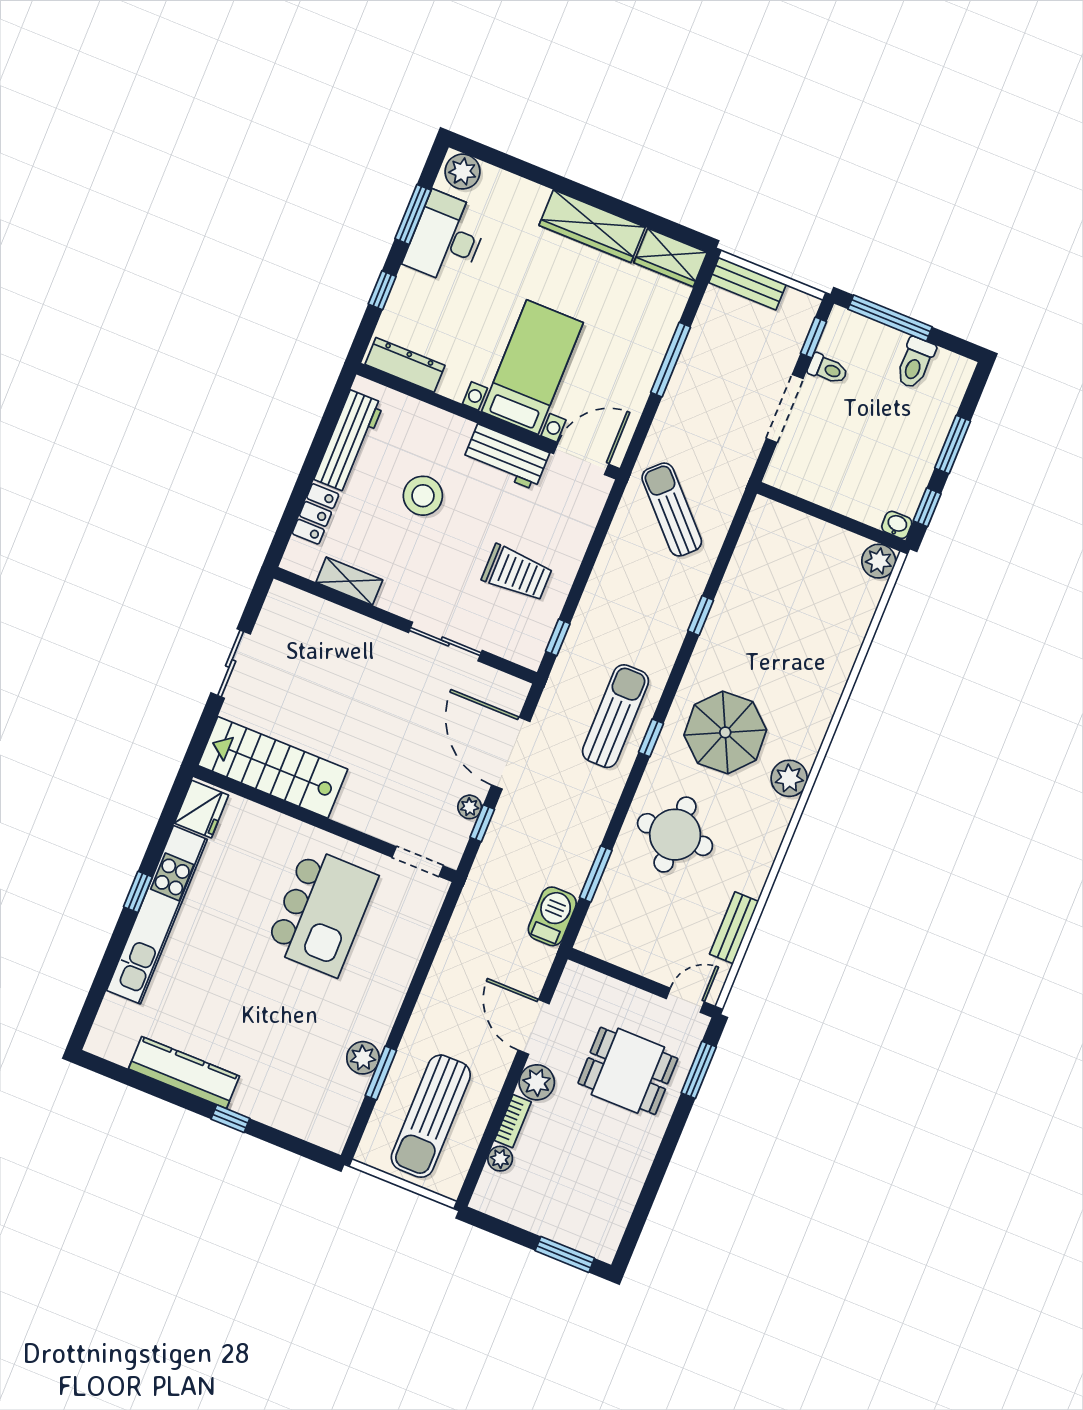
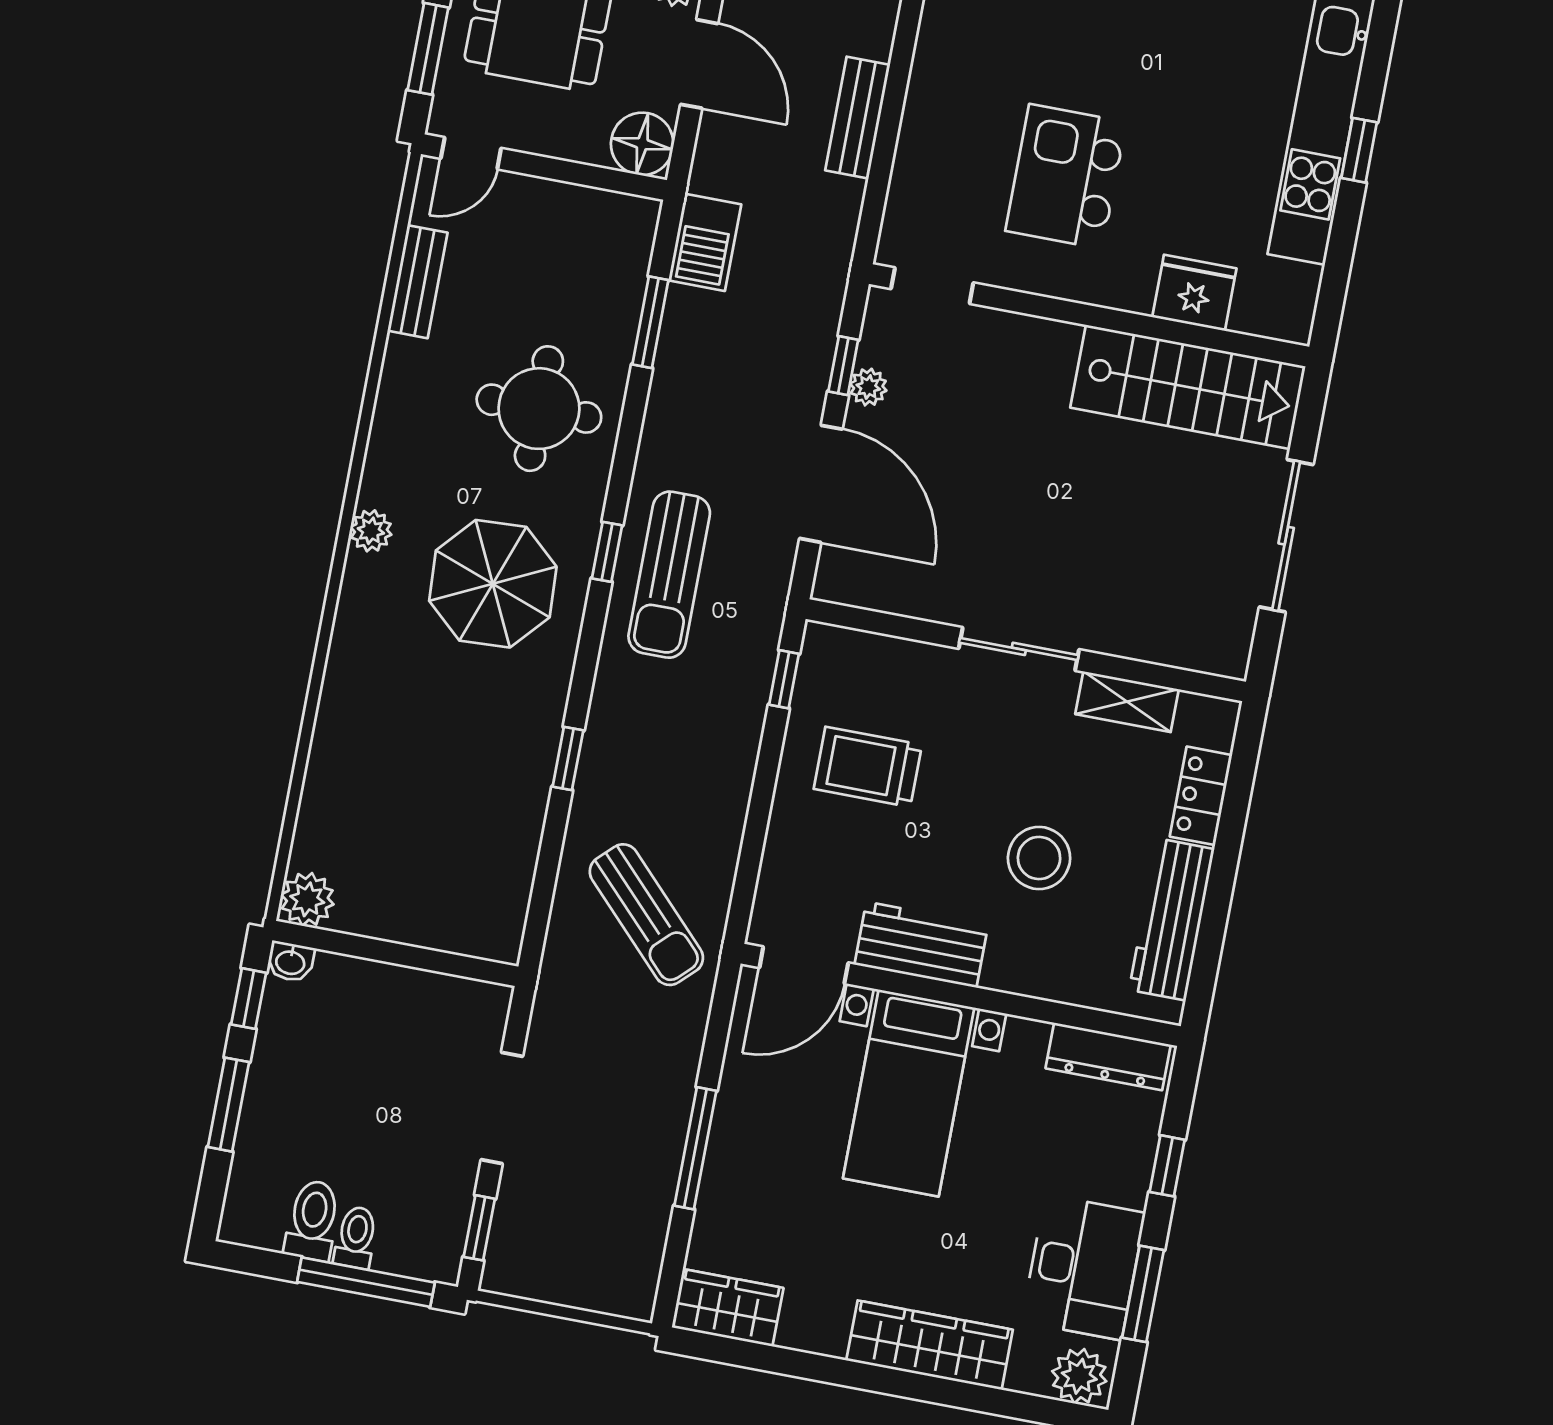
wardrobe: (592, 226) -> (930, 1345), moved
bench: (747, 283) -> (858, 118), moved, turned 90
toilet: (828, 369) -> (356, 1237), moved, turned 90
sliding door: (445, 642) -> (1019, 649), moved
sliding door: (231, 663) -> (1286, 536), width x1.37
plant: (789, 778) -> (371, 531), width x0.73, depth x0.73
fridge: (201, 809) -> (1194, 293), moved, turned 90
kitchen island: (322, 912) -> (1066, 176), width x0.73, depth x0.78
floor lamp: (579, 985) -> (642, 144), added

